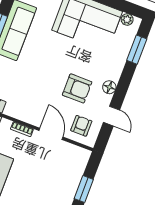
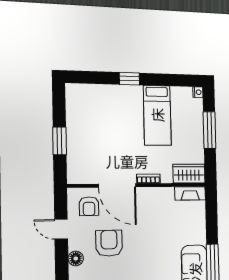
armchair: (77, 88) -> (109, 243), turned 90
door: (51, 134) -> (117, 186), width x1.36

